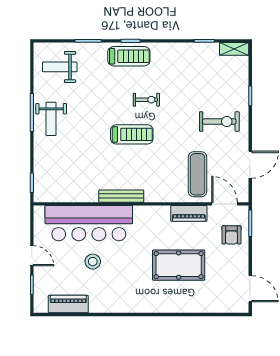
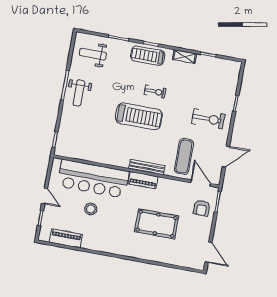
shelving: (234, 49) -> (185, 57), moved
treadmill: (129, 56) -> (148, 56), turned 180
treadmill: (132, 134) -> (139, 116), width x1.37, depth x1.38
bench: (121, 196) -> (147, 167), moved
piano: (189, 213) -> (143, 180), moved

